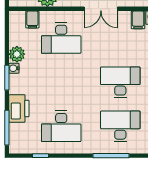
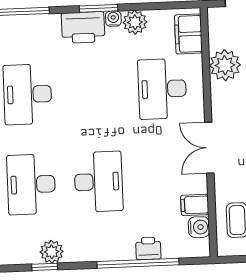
filing cabinet: (32, 20) -> (188, 34), width x2.00
printer: (19, 108) -> (83, 27), moved
desk: (120, 126) -> (31, 184), turned 180

